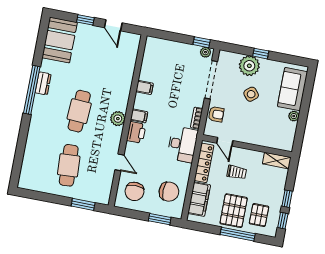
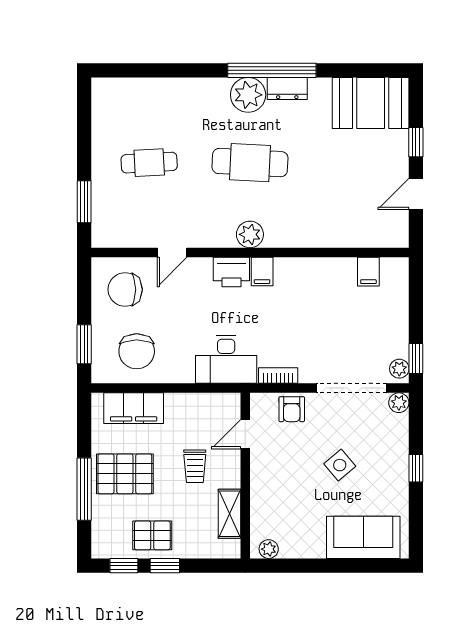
plant: (249, 66) -> (399, 403), moved, width x0.53, depth x0.53
filing cabinet: (145, 87) -> (368, 272), moved
plant: (43, 105) -> (248, 95), added
plant: (294, 116) -> (269, 549), moved
shelving: (277, 161) -> (230, 514), moved
locker: (204, 163) -> (200, 404), removed
cafe table: (69, 165) -> (149, 163), width x0.73, depth x0.74
pallet: (259, 215) -> (152, 535), moved

